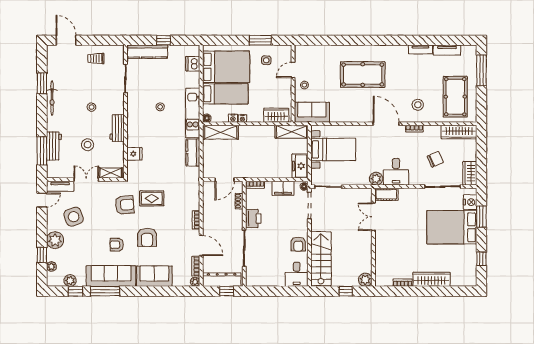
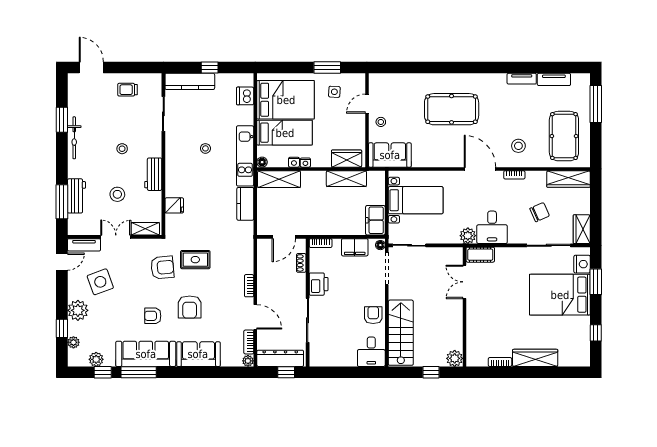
shelving: (292, 132) -> (346, 179), moved
armchair: (298, 244) -> (373, 315), turned 180

